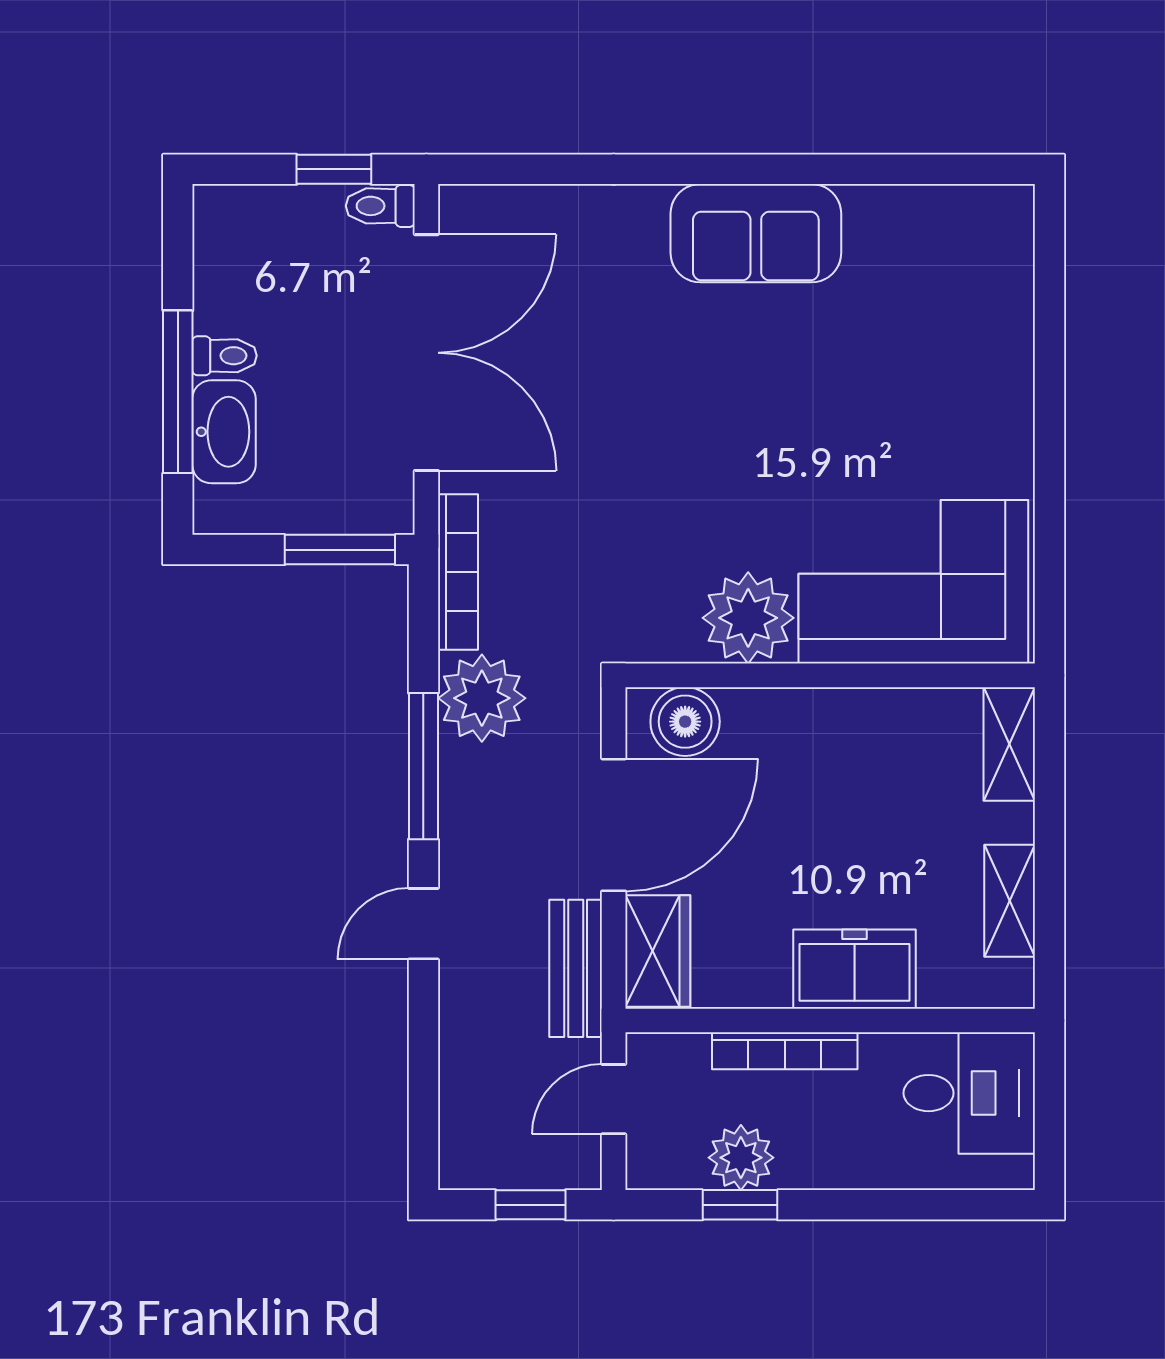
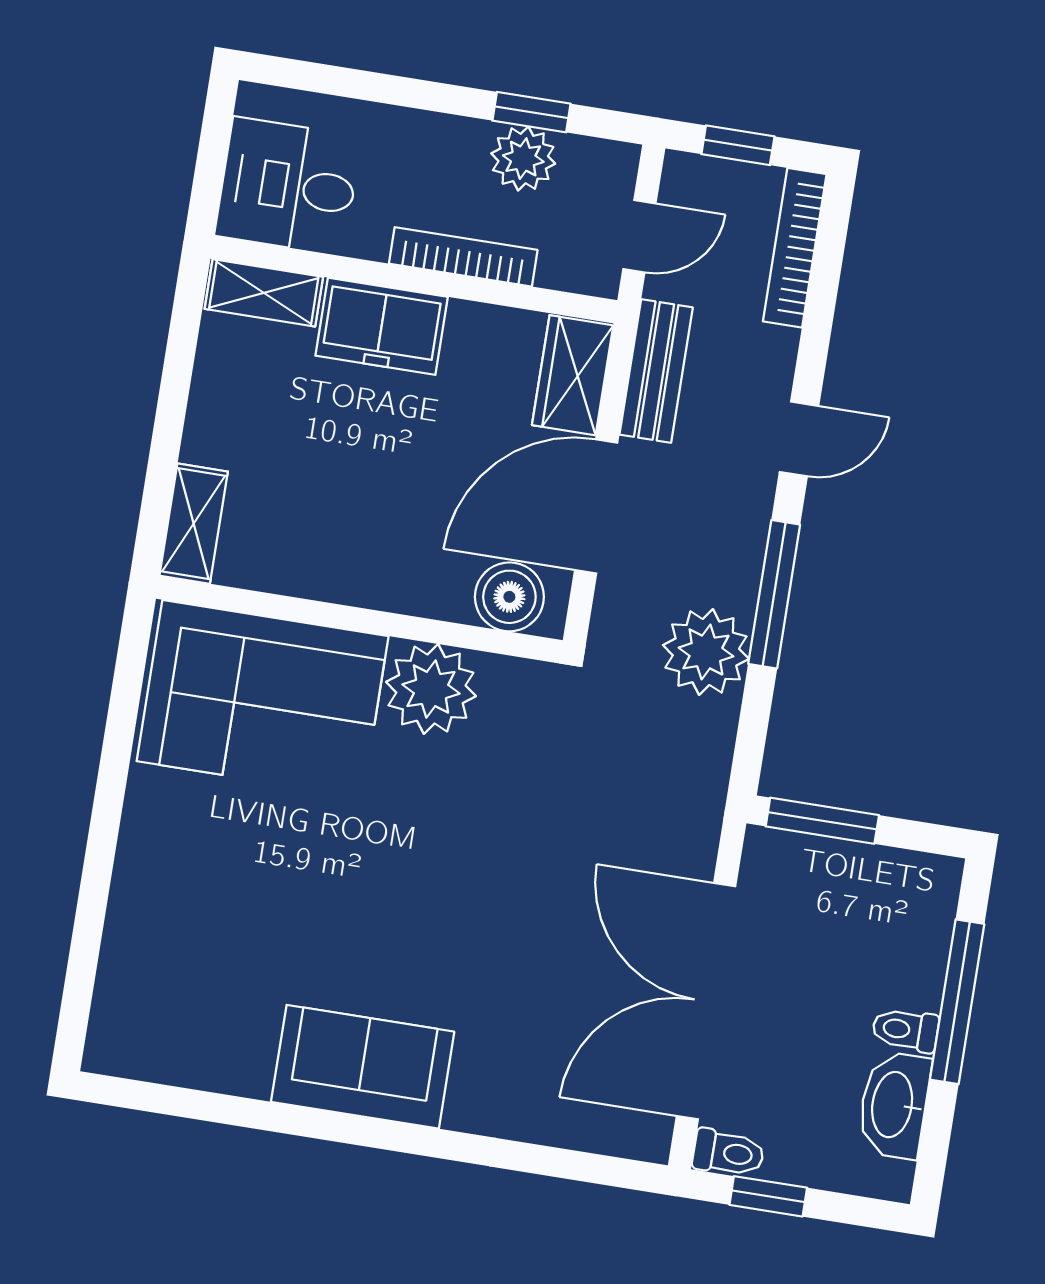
washbasin: (224, 432) -> (894, 1105), moved
bookcase: (458, 572) -> (795, 248), moved
shelving: (1010, 901) -> (264, 293), moved, turned 90

